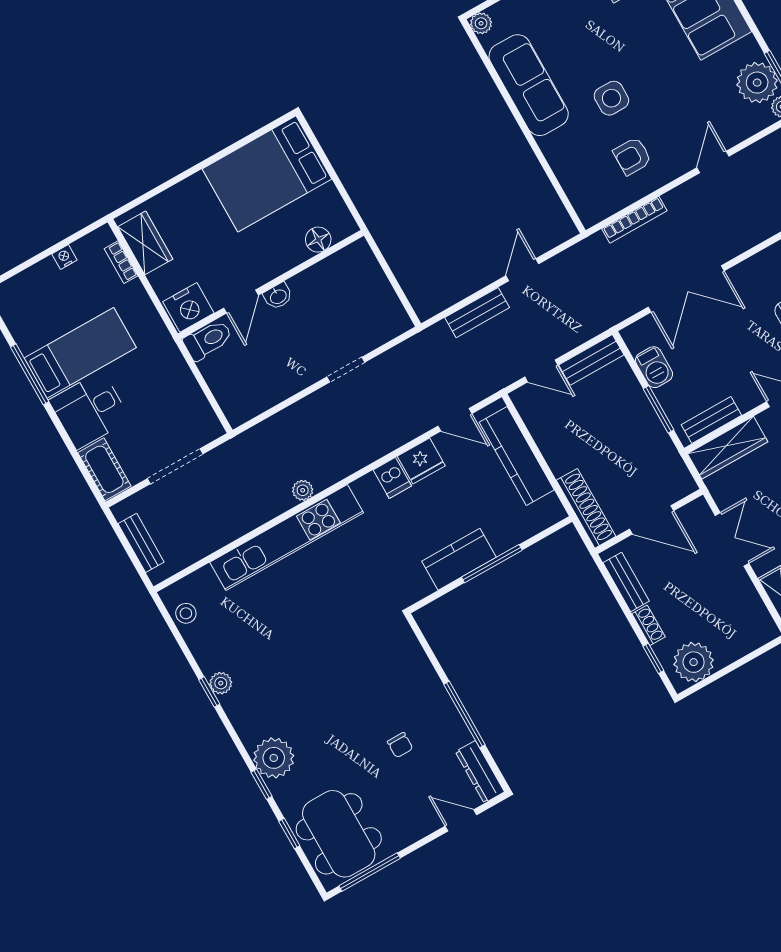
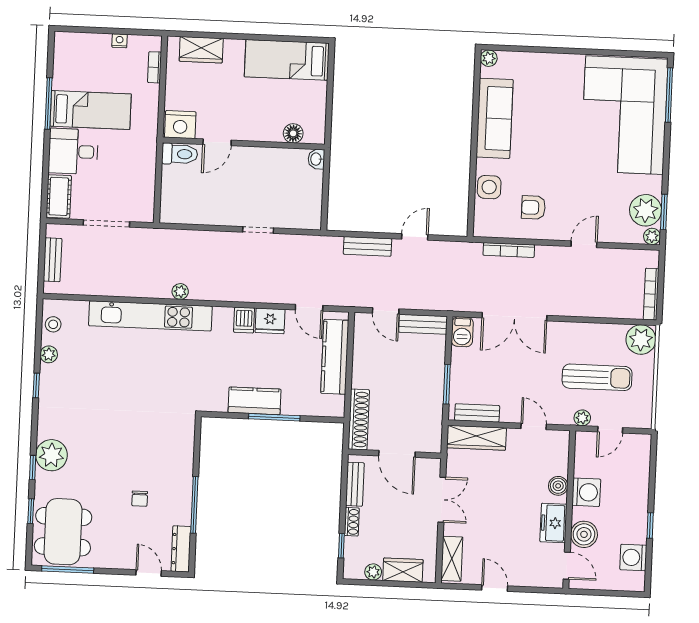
side table: (611, 98) -> (489, 187), moved
bed: (267, 174) -> (287, 60), width x0.67
wardrobe: (145, 243) -> (201, 50), moved, turned 90
washbasin: (278, 296) -> (316, 159), moved, turned 90
barbecue: (654, 367) -> (462, 332), moved
wardrobe: (738, 643) -> (403, 570), added
plant: (694, 662) -> (373, 572), width x0.53, depth x0.53
plant: (221, 683) -> (49, 354), moved

